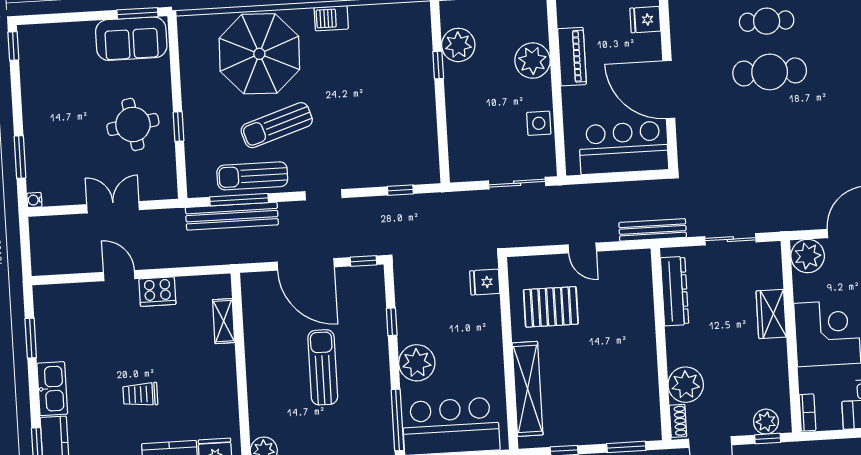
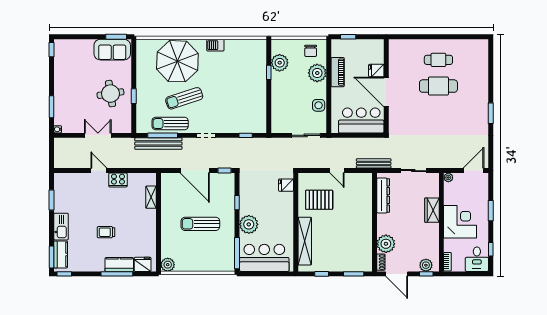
chair: (517, 18) -> (311, 51), added
fridge: (645, 20) -> (376, 71), moved
plant: (808, 256) -> (448, 178), width x0.53, depth x0.53
sun lounger: (323, 367) -> (200, 224), turned -90

